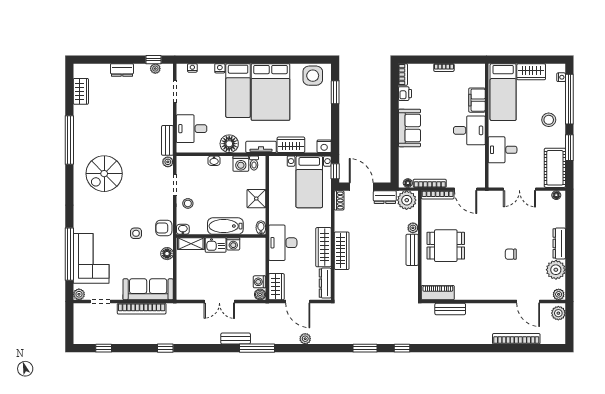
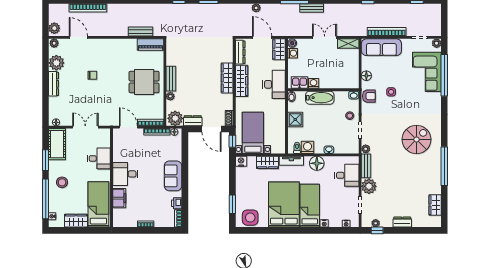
plant: (164, 115) -> (369, 186), added
shelving: (191, 244) -> (348, 43), moved
kitchen sink: (216, 245) -> (299, 83), moved

